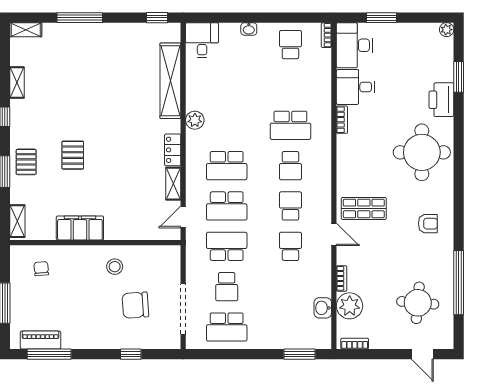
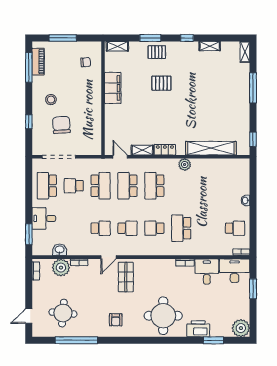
plant: (447, 30) -> (241, 328), width x1.87, depth x1.87
desk: (202, 40) -> (44, 218), moved, turned 180
stool: (115, 267) -> (51, 100), moved

